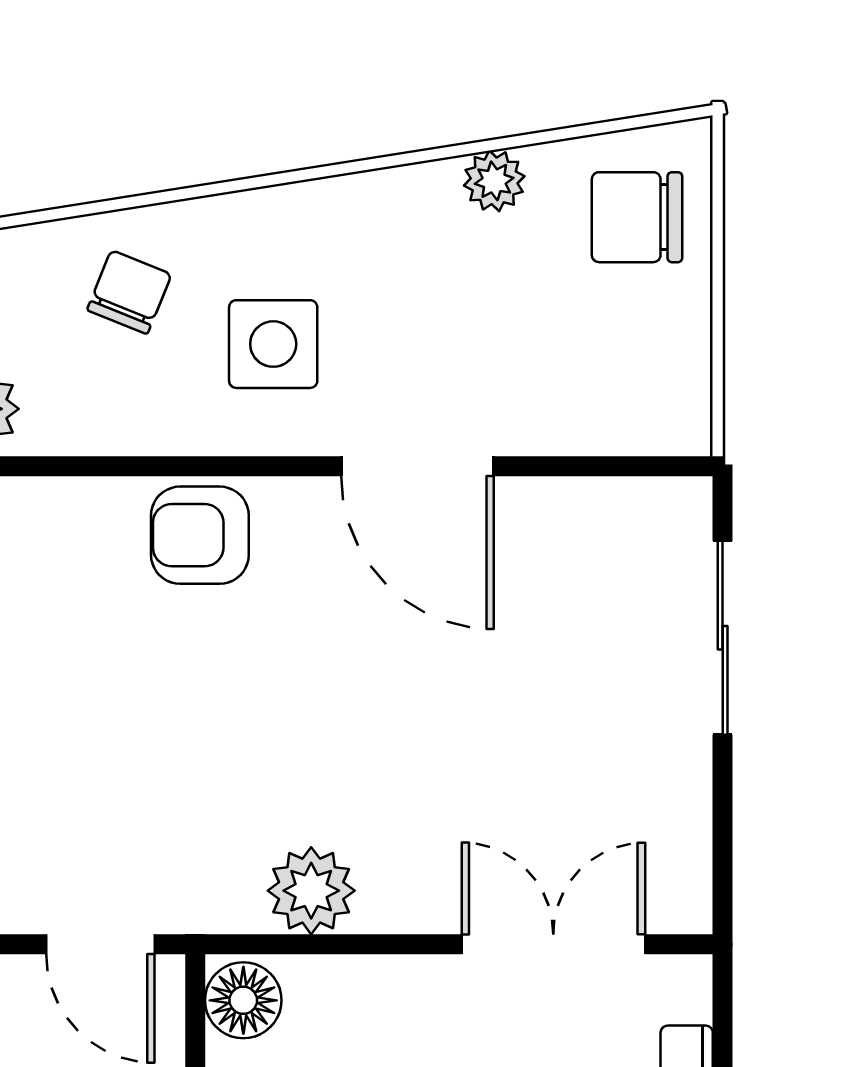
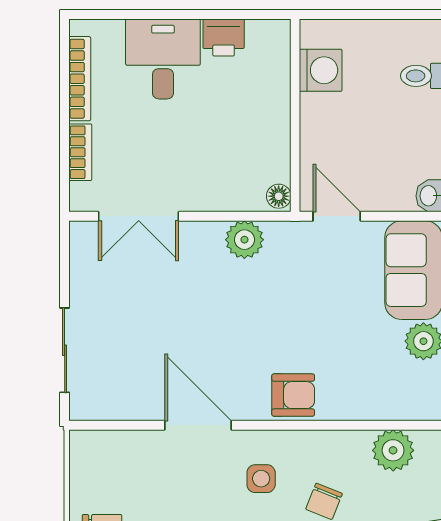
side table: (273, 344) -> (261, 479), width x0.73, depth x0.73
floor lamp: (243, 1000) -> (279, 196), width x0.73, depth x0.73

